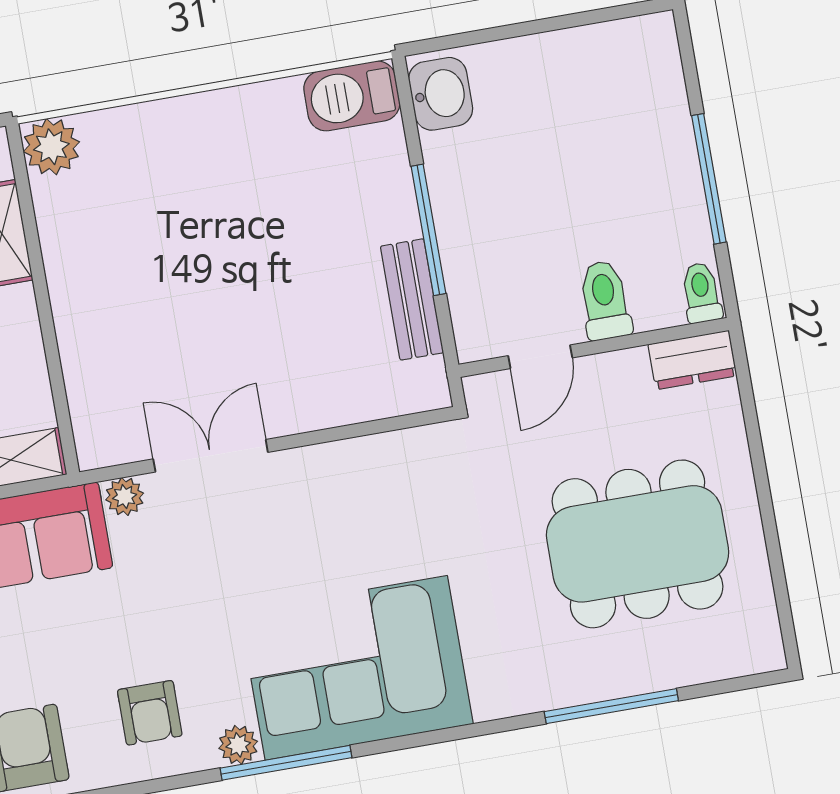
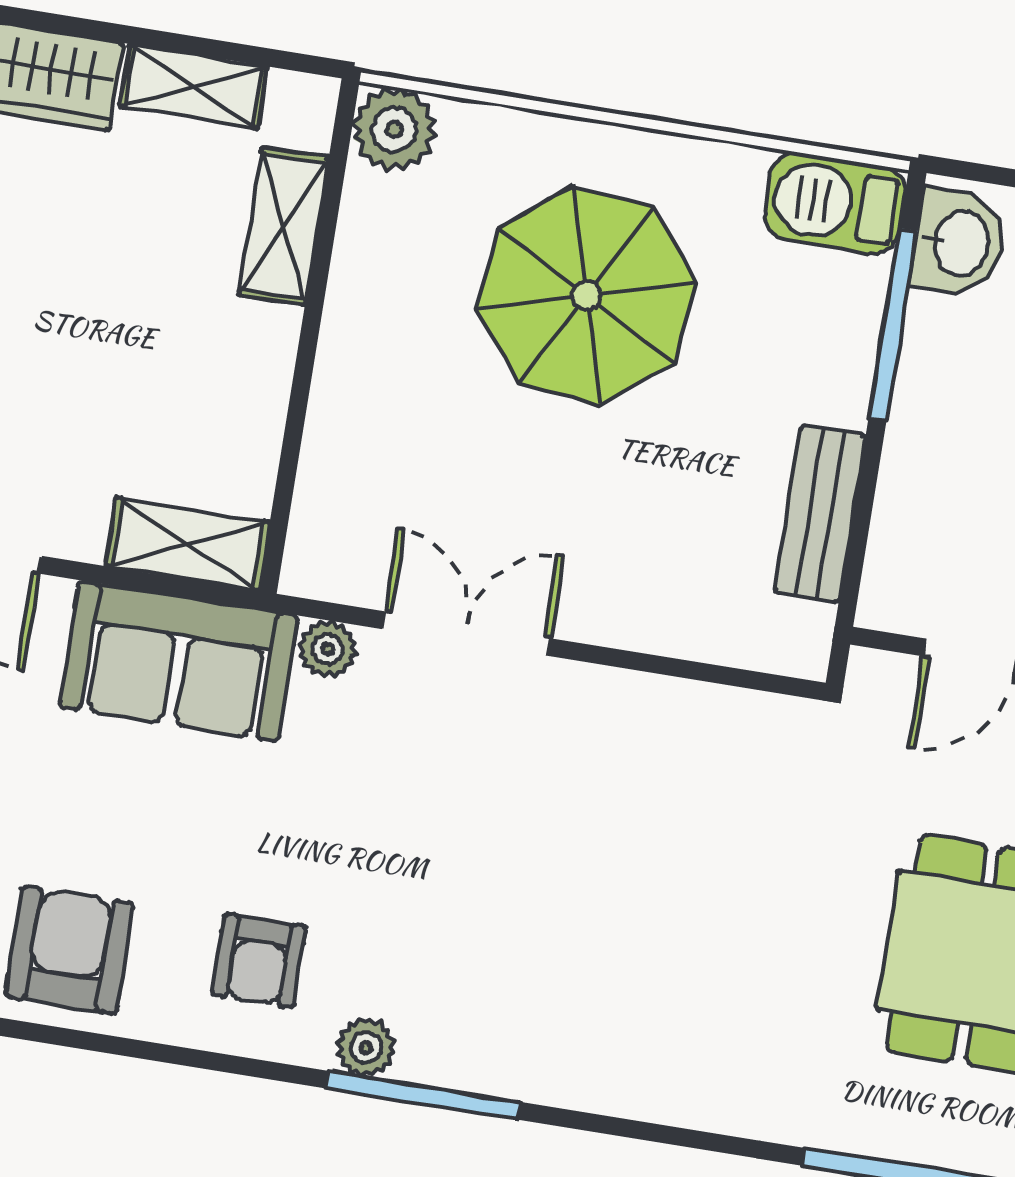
parasol: (212, 211) -> (586, 296), added
window: (428, 230) -> (893, 324), moved
corner sofa: (356, 668) -> (566, 997), removed

